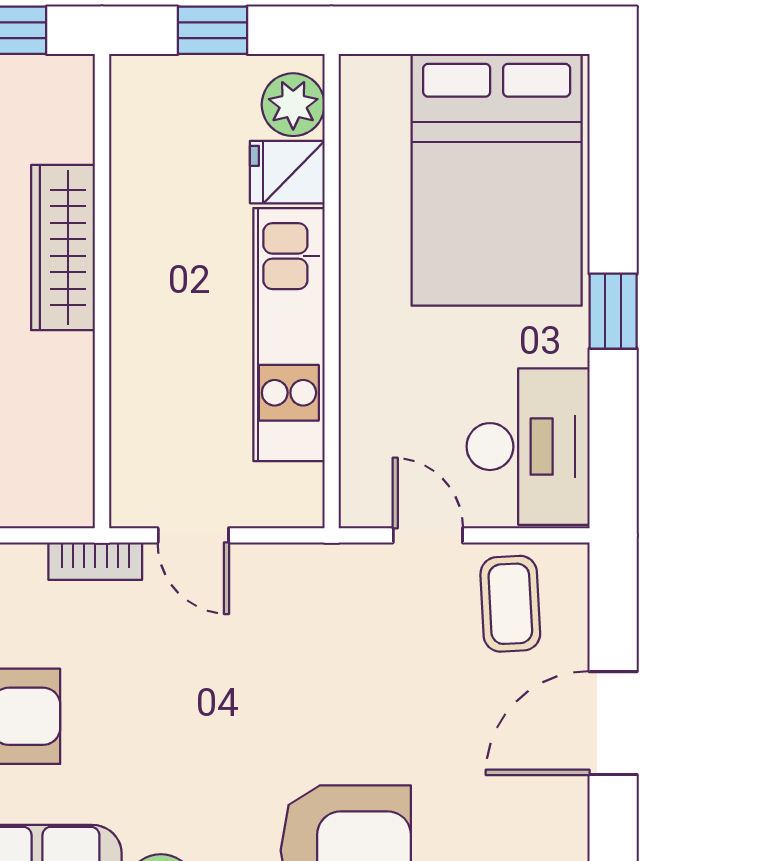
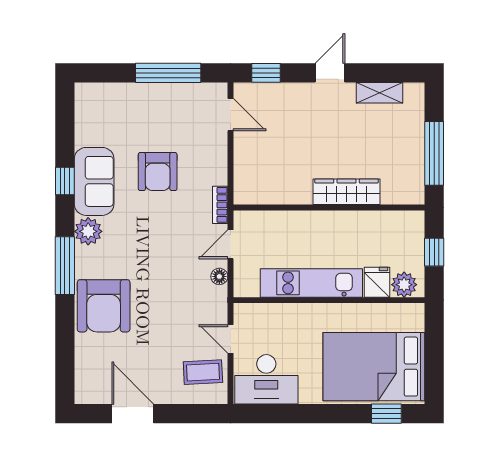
window: (613, 311) -> (386, 414), moved
door: (428, 535) -> (231, 339), swing flipped
floor lamp: (273, 563) -> (219, 276), added
door: (613, 723) -> (133, 414), moved

